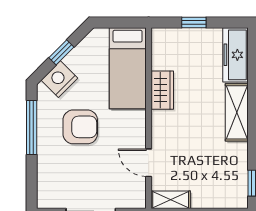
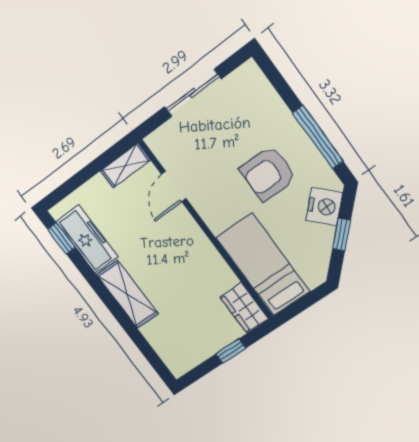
freezer: (236, 55) -> (87, 239), moved
wardrobe: (162, 90) -> (244, 308), moved
door: (149, 163) -> (174, 187), swing flipped

